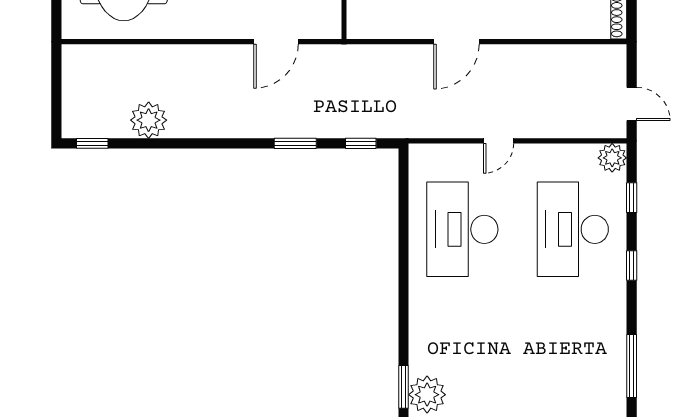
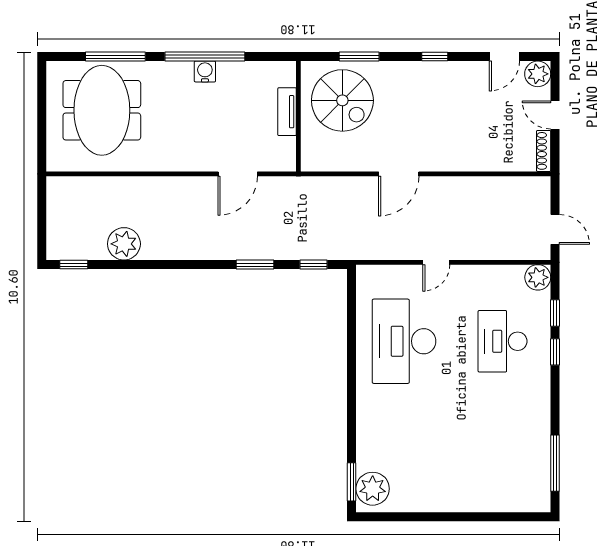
desk: (573, 229) -> (503, 341), width x0.73, depth x0.77
window: (632, 266) -> (555, 352), moved

